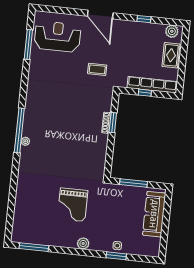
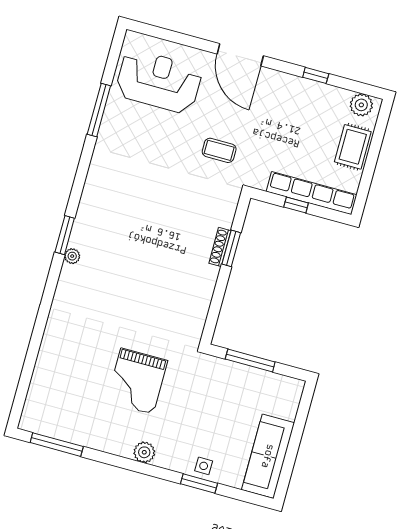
window: (28, 44) -> (99, 110), moved
window: (19, 130) -> (65, 235), width x0.47
sofa: (154, 214) -> (268, 456), moved

